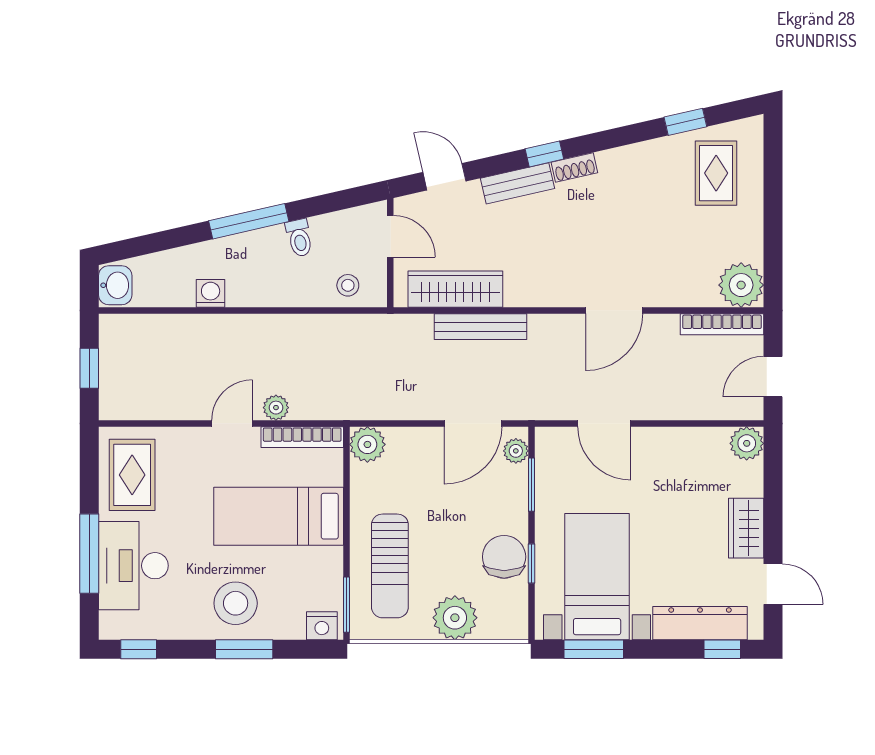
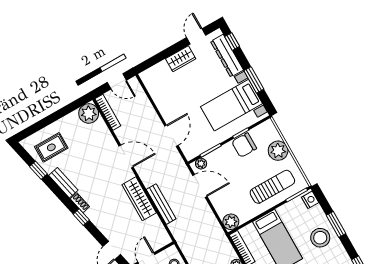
bench: (518, 183) -> (63, 183), moved
wardrobe: (455, 289) -> (139, 199), moved
plant: (747, 443) -> (148, 77), removed
window: (594, 649) -> (254, 80), moved

